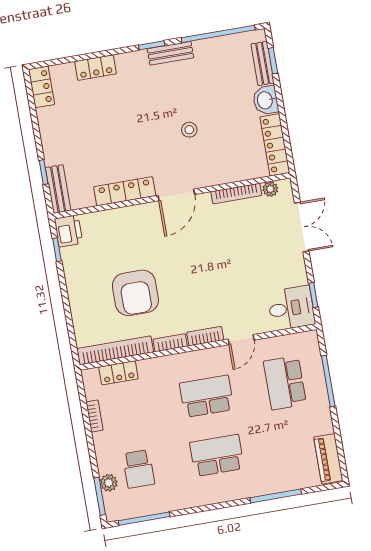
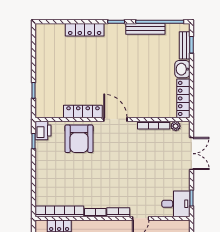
bench: (170, 53) -> (145, 29), moved, width x1.36
locker: (95, 68) -> (85, 30), width x1.53
locker: (41, 87) -> (42, 36), removed
stool: (189, 130) -> (131, 79), removed
bench: (58, 189) -> (41, 103), removed
door: (176, 195) -> (115, 119), swing flipped
armchair: (135, 293) -> (79, 139), moved

